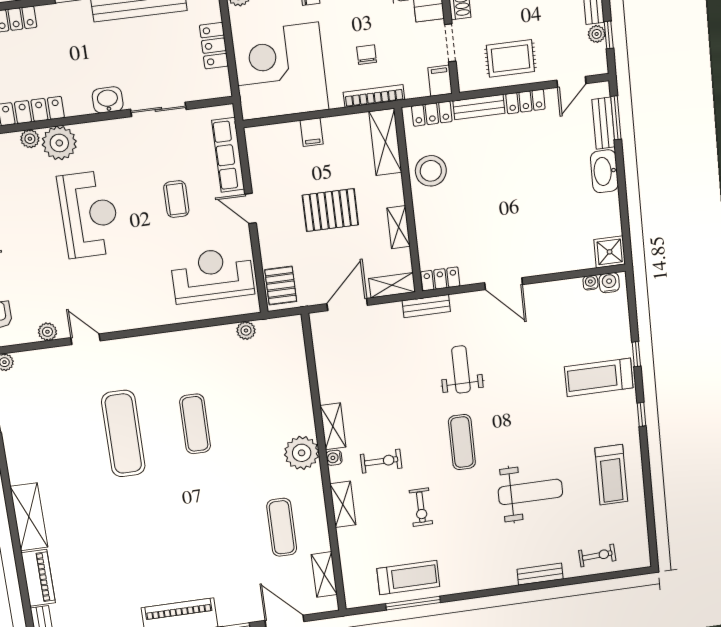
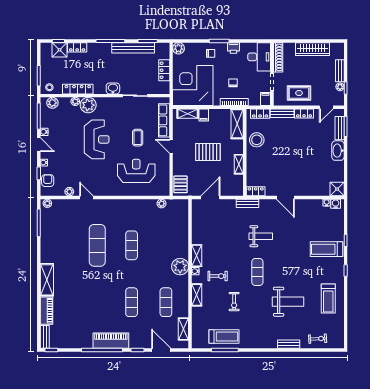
reception desk: (212, 275) -> (136, 171), moved
shelving: (392, 285) -> (188, 114), moved
weight bench: (461, 369) -> (261, 236), turned 90
exercise mat: (211, 537) -> (132, 302), added

